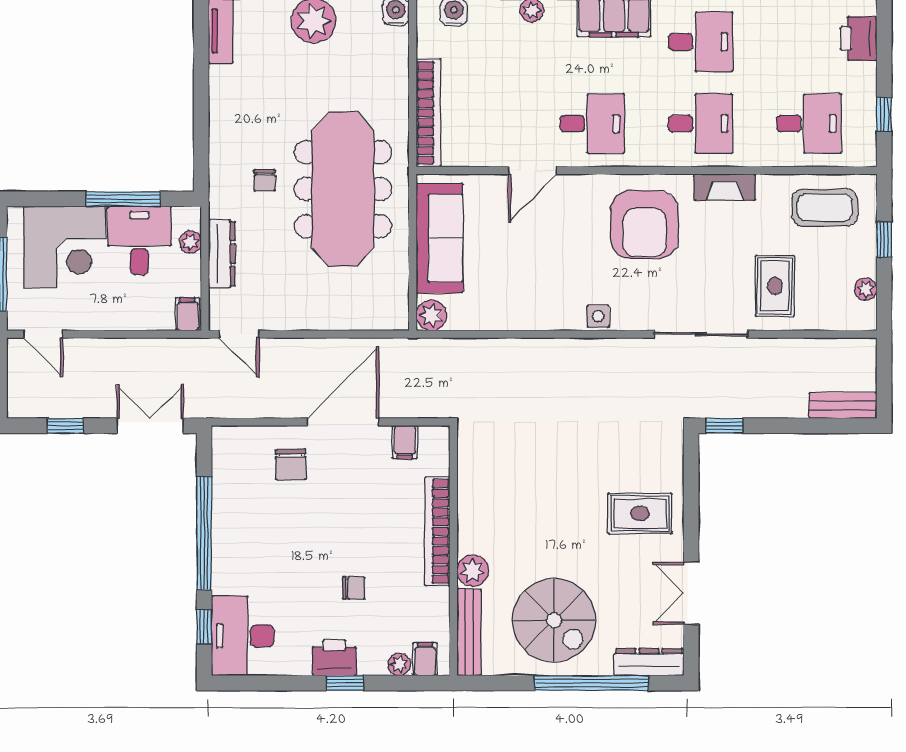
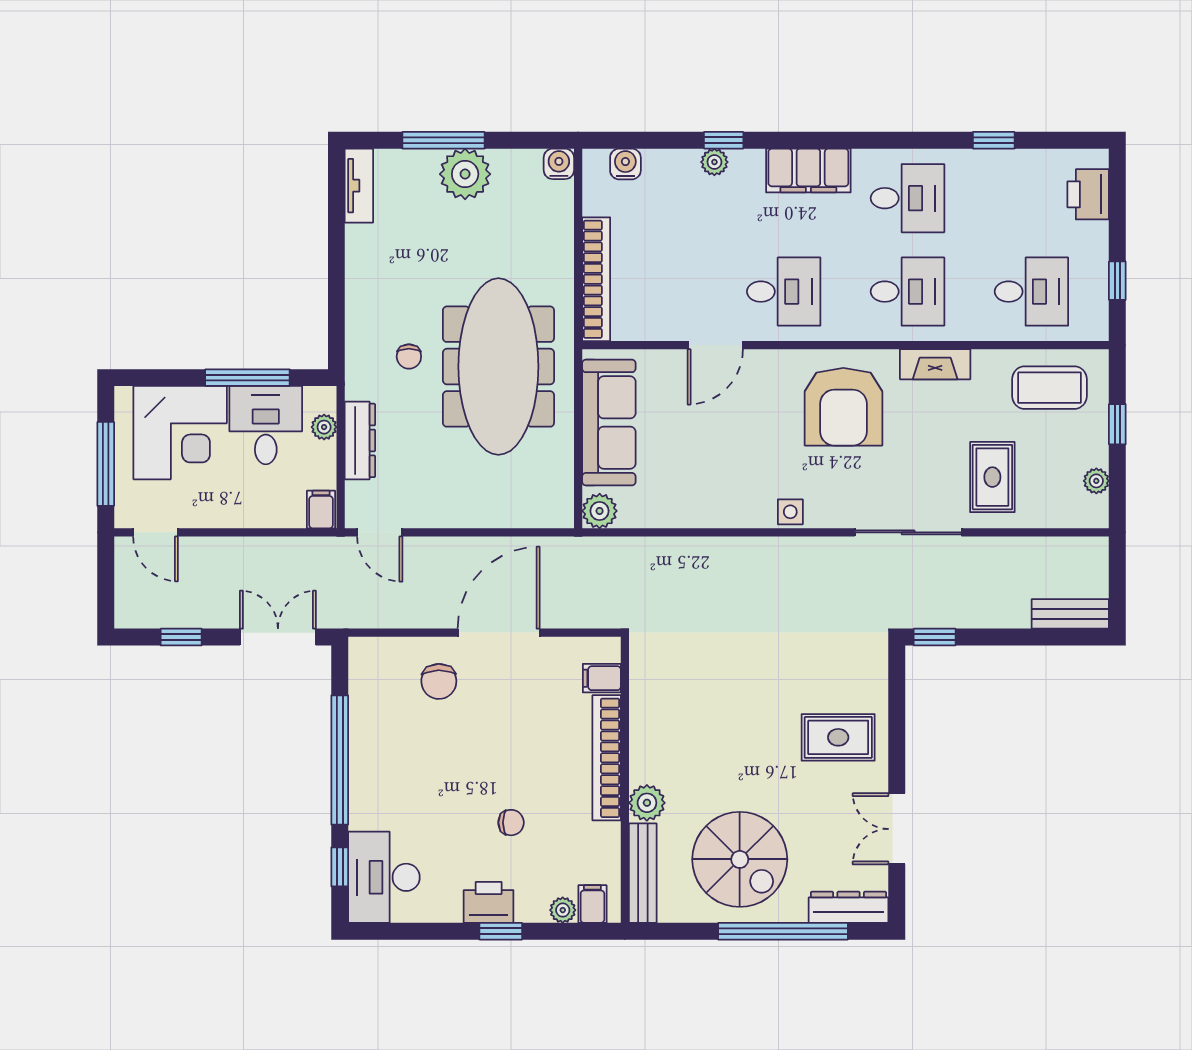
filing cabinet: (405, 442) -> (602, 678), moved, turned 90

